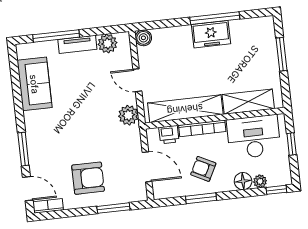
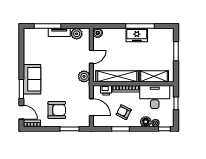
door: (137, 80) -> (91, 57), swing flipped
sofa: (34, 84) -> (32, 79), moved

